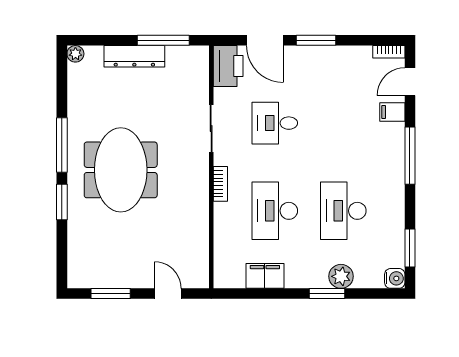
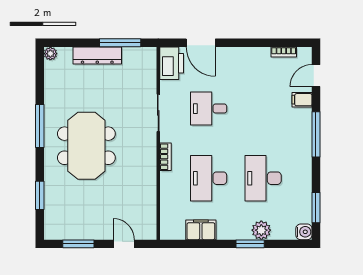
window: (316, 40) -> (241, 43), removed
bookcase: (389, 52) -> (284, 52), moved
window: (62, 202) -> (40, 195), moved

